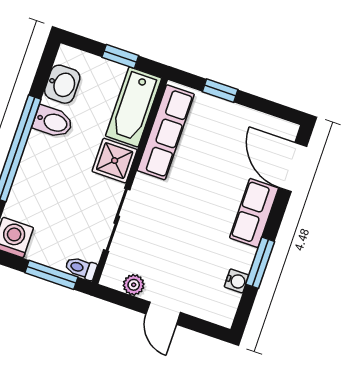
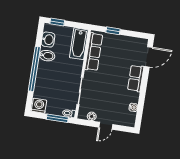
window: (120, 56) -> (57, 22), moved
shower: (115, 161) -> (75, 67), removed
door: (293, 167) -> (148, 57), swing flipped
window: (260, 263) -> (142, 98), removed
door: (163, 313) -> (106, 126), hinge flipped

